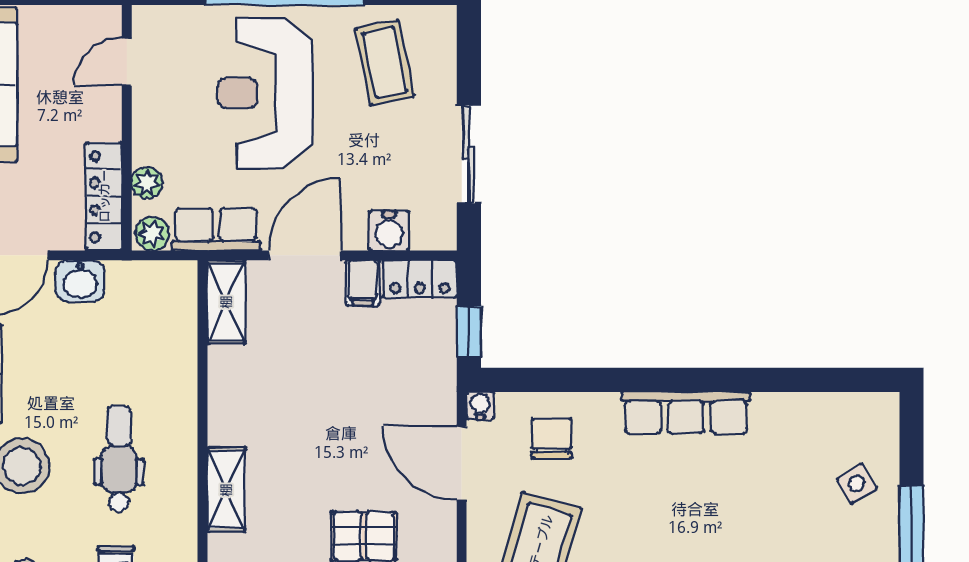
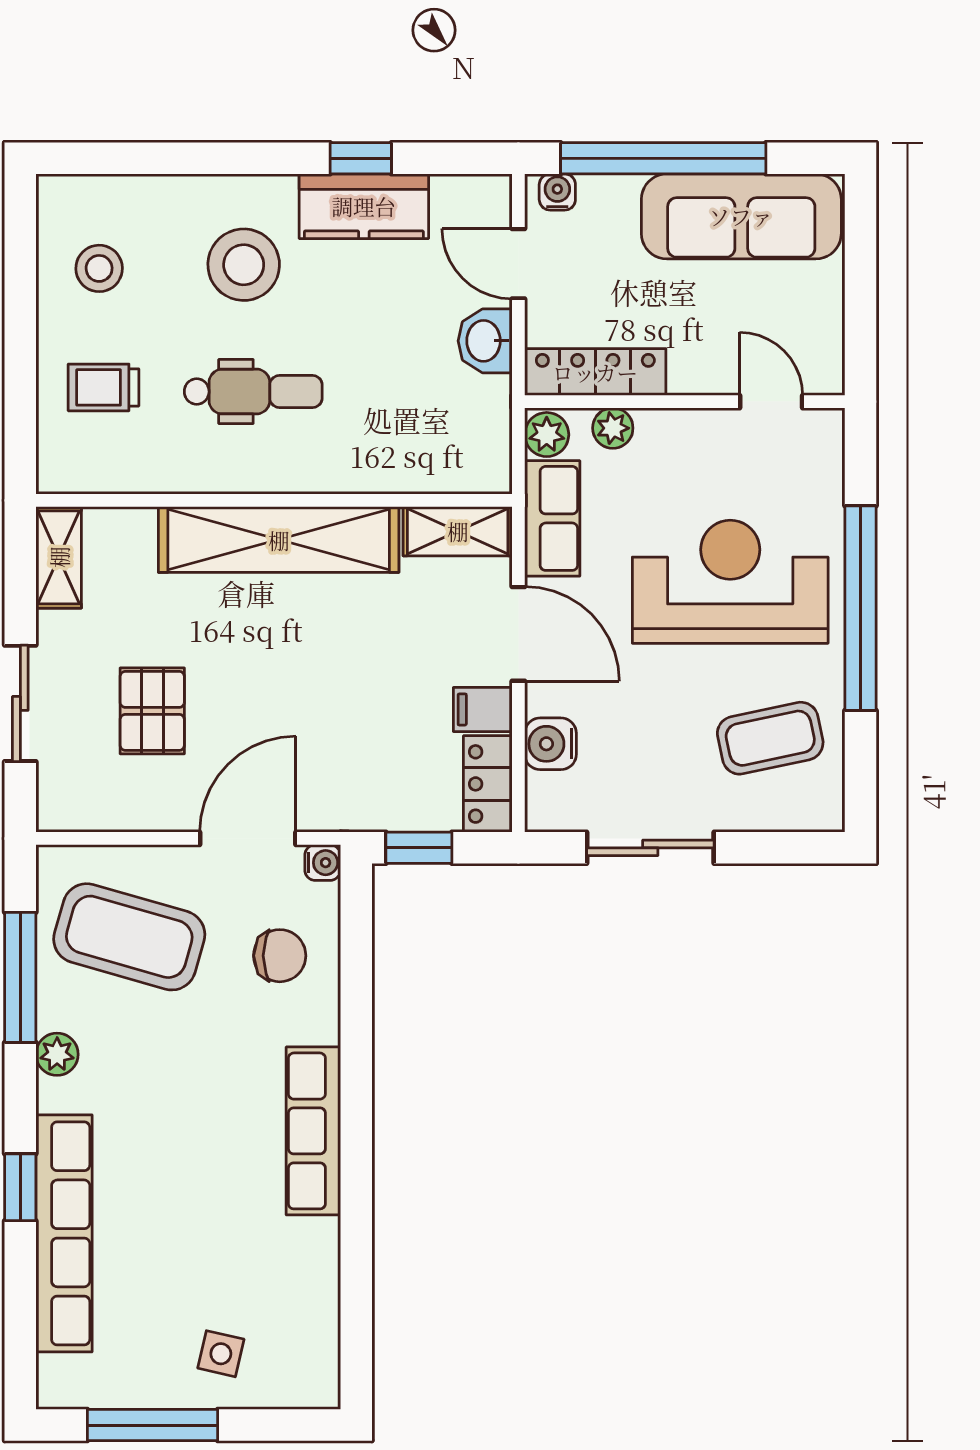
side table: (857, 484) -> (221, 1354), turned 45
shelving: (226, 490) -> (279, 540), width x2.20, depth x1.33

